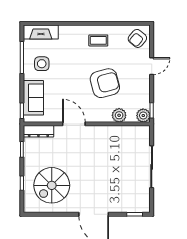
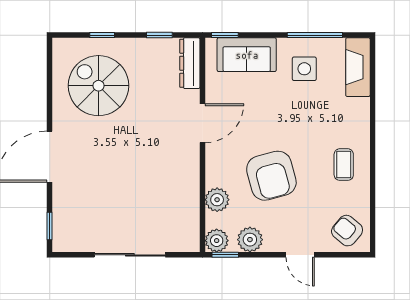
plant: (143, 96) -> (250, 240), added

